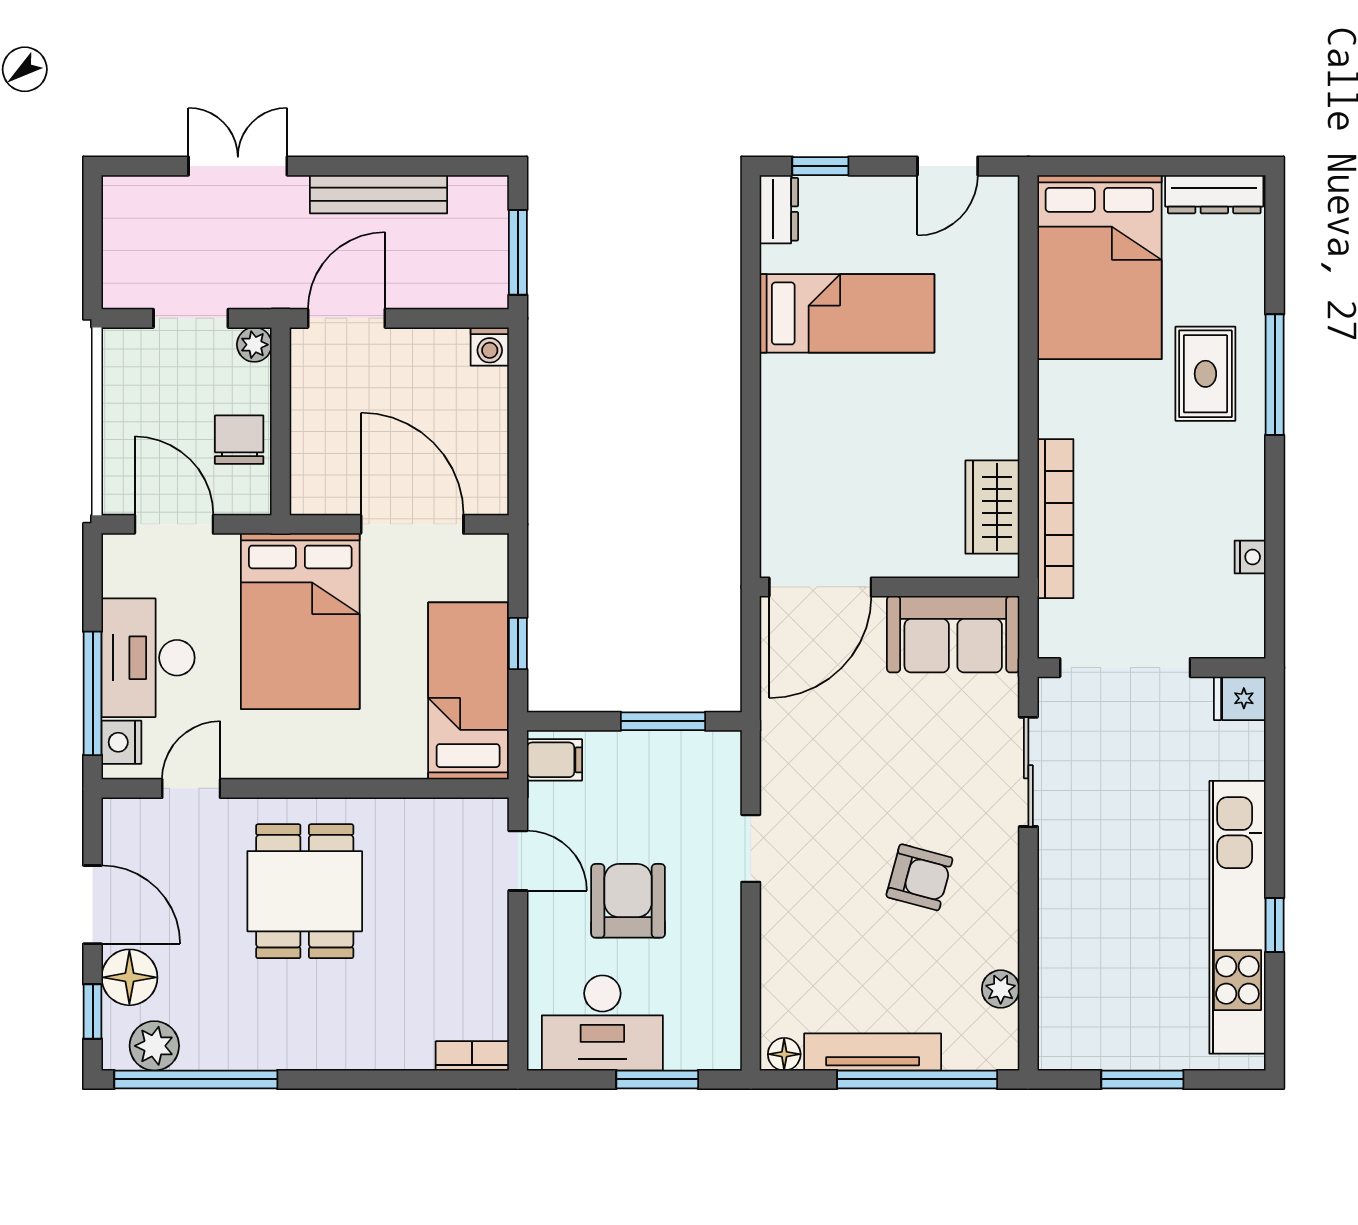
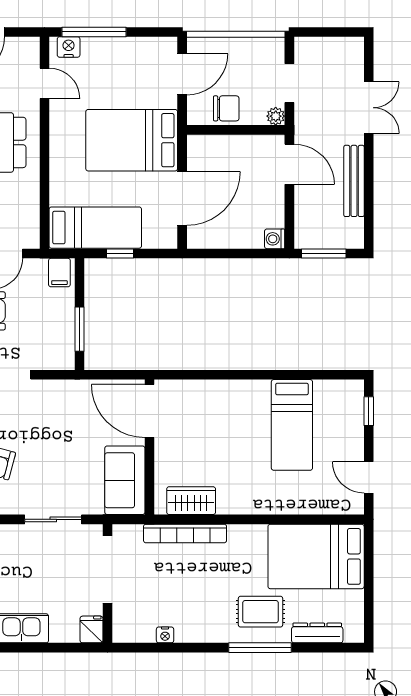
dresser: (1214, 194) -> (317, 633), moved, turned 90
dresser: (779, 209) -> (346, 389), removed
desk: (148, 658) -> (113, 61), removed

